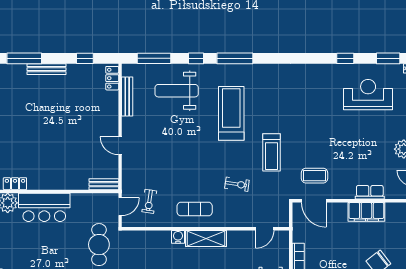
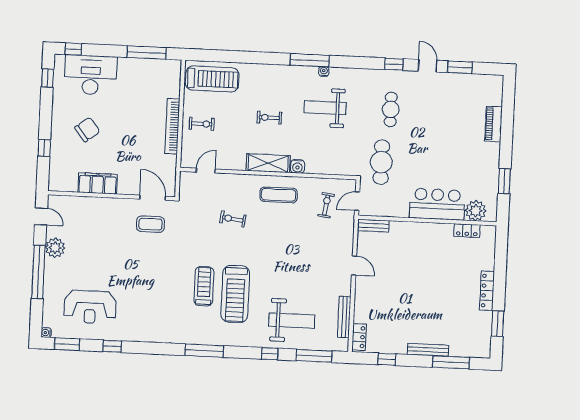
window: (235, 58) -> (204, 351), moved
treadmill: (271, 152) -> (204, 286), moved
row of seats: (370, 192) -> (93, 204), removed

